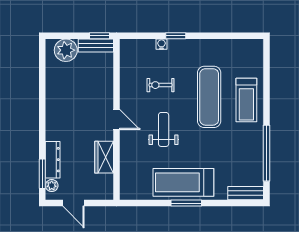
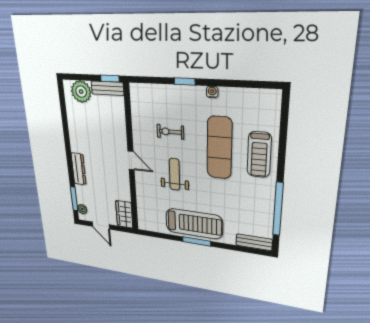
water cooler: (162, 44) -> (212, 92), moved
wardrobe: (104, 157) -> (124, 214), moved
dresser: (53, 160) -> (79, 169), moved
treadmill: (183, 182) -> (194, 224), turned 180

